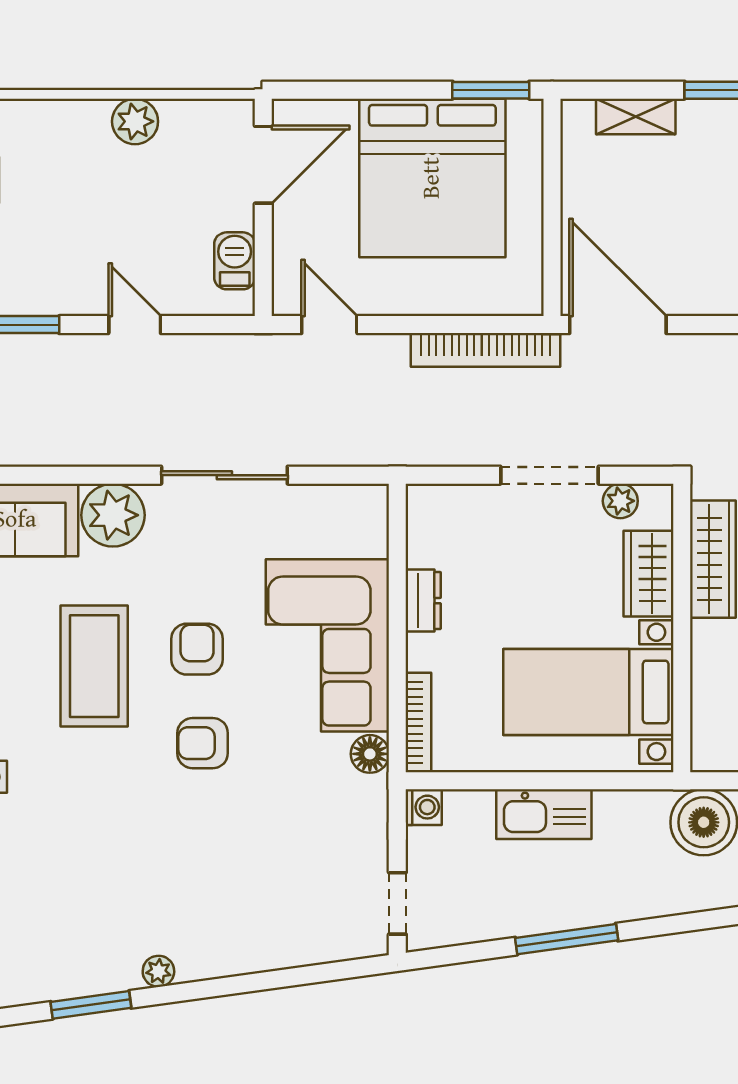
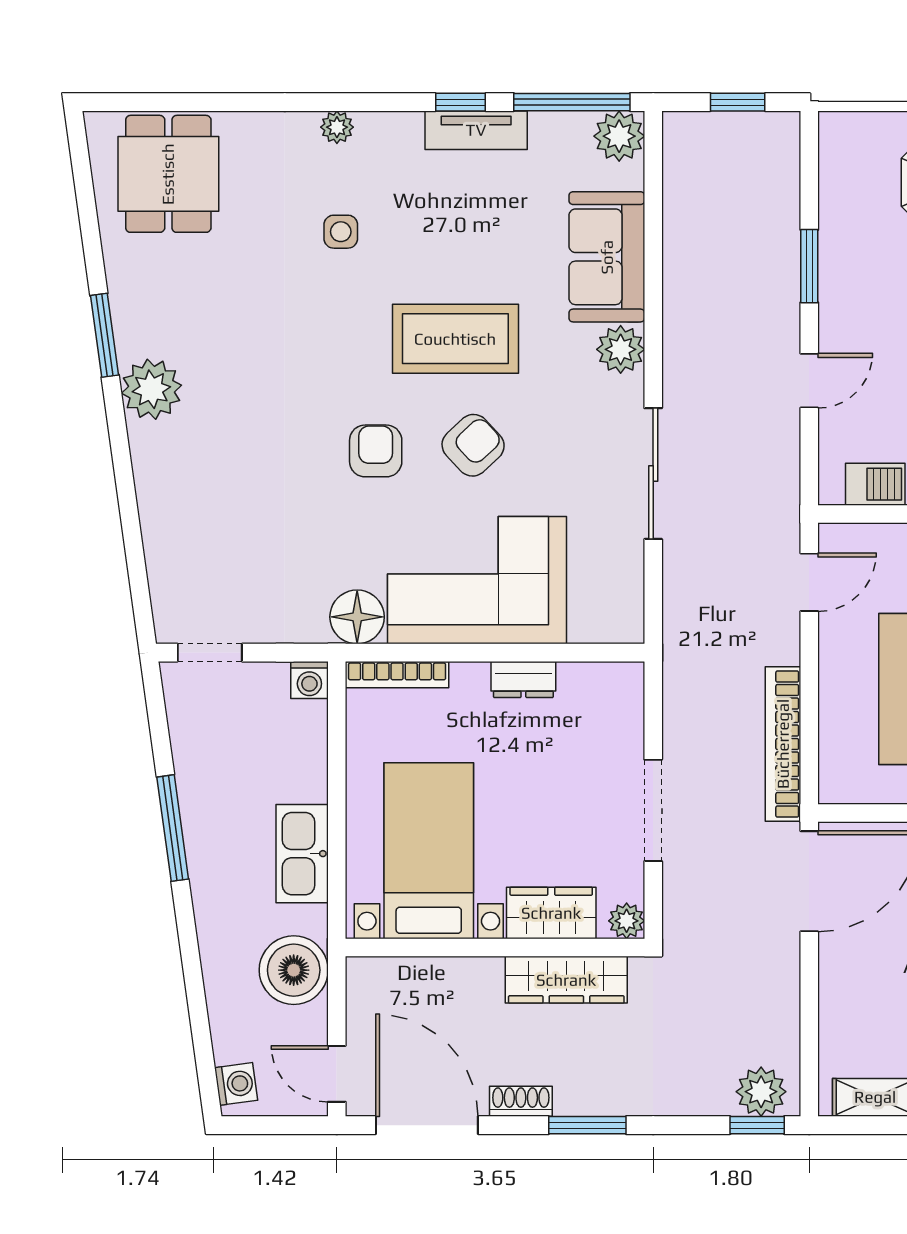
plant: (620, 501) -> (627, 921), moved
plant: (113, 515) -> (621, 349), width x0.73, depth x0.73
armchair: (197, 649) -> (473, 445), turned -43
floor lamp: (370, 754) -> (357, 617), width x1.38, depth x1.38
kitchen sink: (544, 814) -> (302, 854), moved
plant: (158, 971) -> (151, 389), width x1.87, depth x1.87

